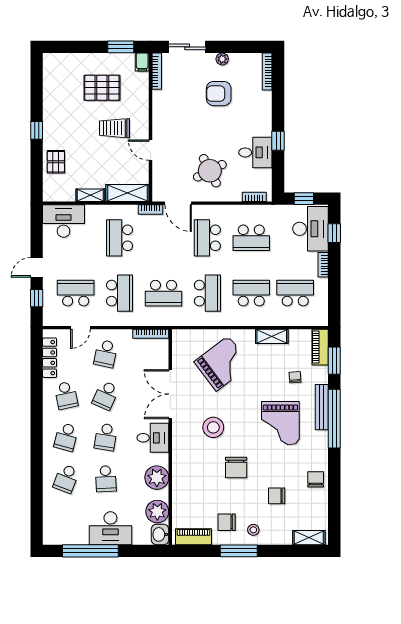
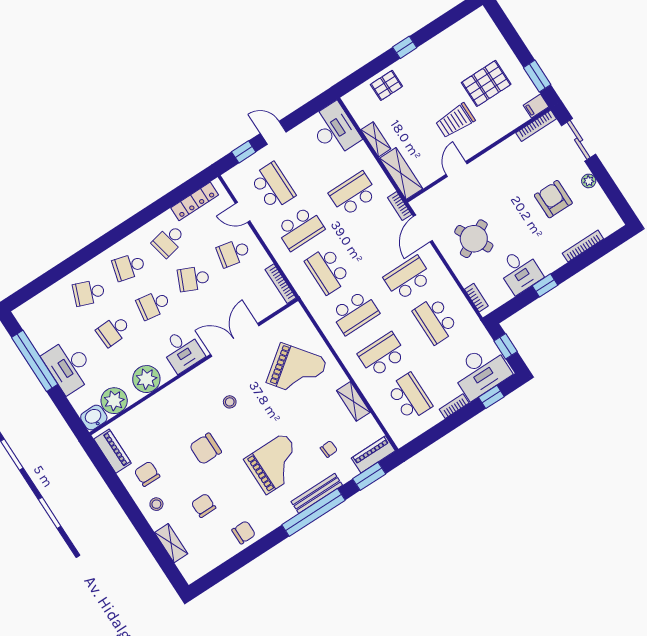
bookcase: (267, 71) -> (583, 246), moved
pallet: (102, 88) -> (486, 83), turned 90
trolley: (114, 128) -> (455, 121), turned -90
school desk: (251, 293) -> (382, 355), turned -90
grand piano: (280, 423) -> (276, 464), turned 180
stool: (213, 427) -> (230, 402), width x0.53, depth x0.53
shelving: (309, 538) -> (171, 543), moved
window: (239, 551) -> (127, 503), removed

